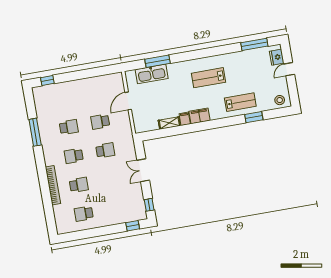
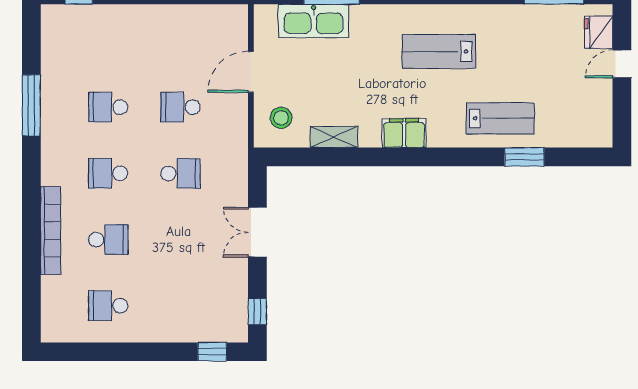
stool: (280, 100) -> (281, 118), moved
filing cabinet: (185, 119) -> (370, 134), removed
school desk: (69, 127) -> (108, 107), turned 180

